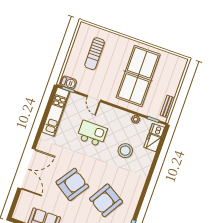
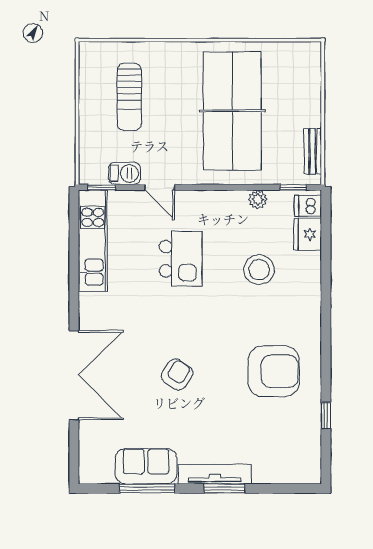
barbecue: (68, 83) -> (124, 173), moved
kitchen island: (92, 134) -> (181, 259), turned 90
armchair: (72, 184) -> (177, 375), width x0.53, depth x0.53
armchair: (106, 200) -> (274, 371), moved, turned -121

